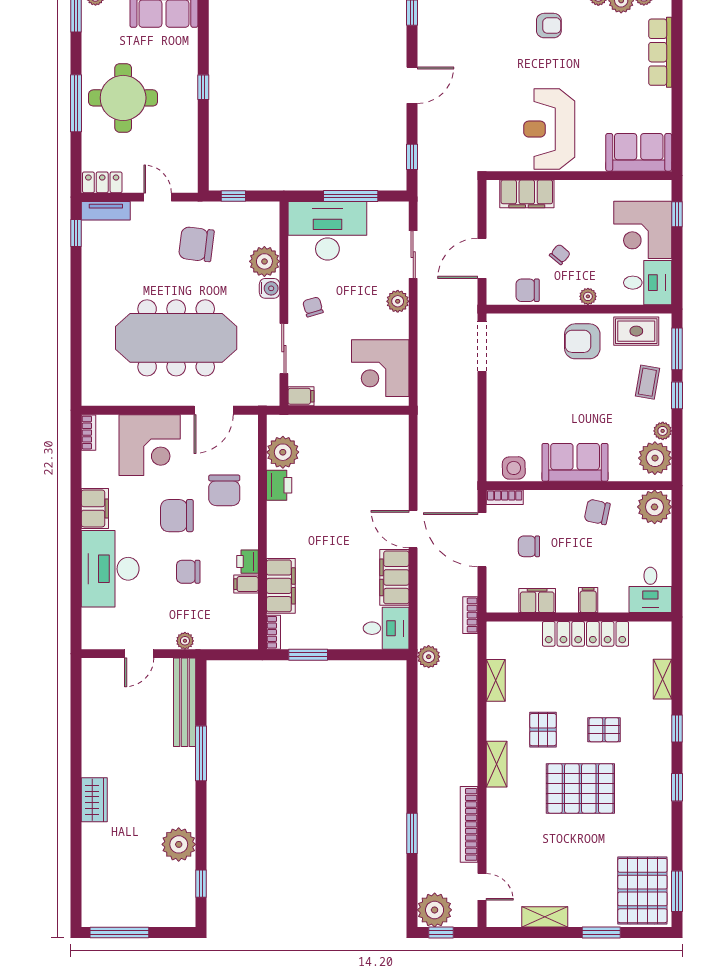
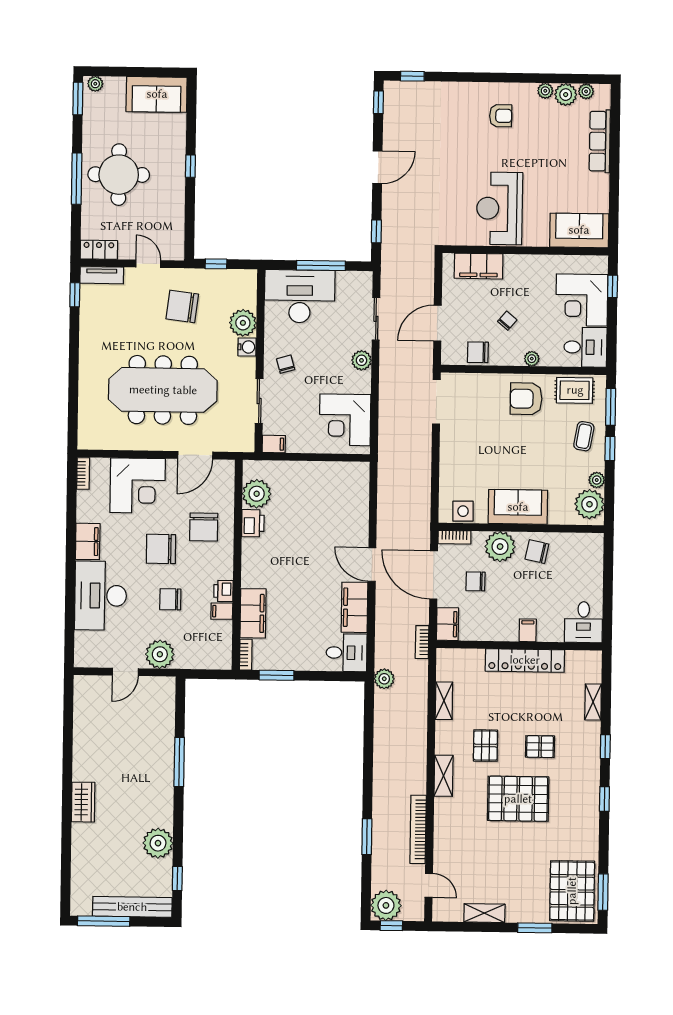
plant: (655, 507) -> (500, 547), moved
filing cabinet: (537, 601) -> (448, 624), moved, turned 90
plant: (185, 641) -> (160, 654), width x1.88, depth x1.88
bench: (185, 702) -> (132, 907), moved, turned 90

